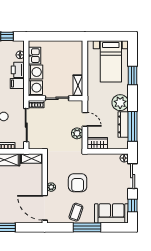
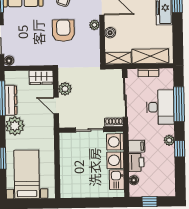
shelving: (78, 85) -> (65, 145), removed
boiler: (38, 180) -> (110, 33), added

